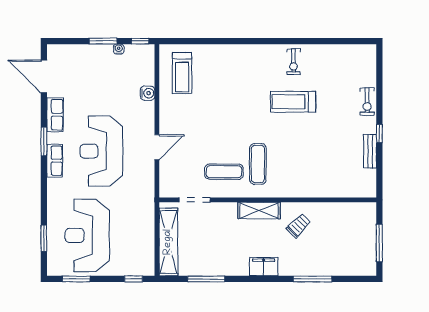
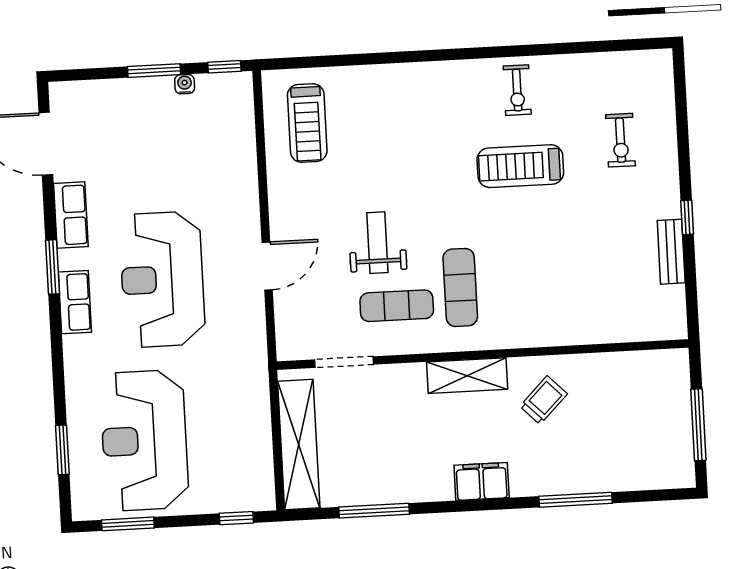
water cooler: (148, 93) -> (244, 165), removed
exercise bike: (367, 102) -> (621, 140), moved
weight bench: (216, 138) -> (377, 243), added

